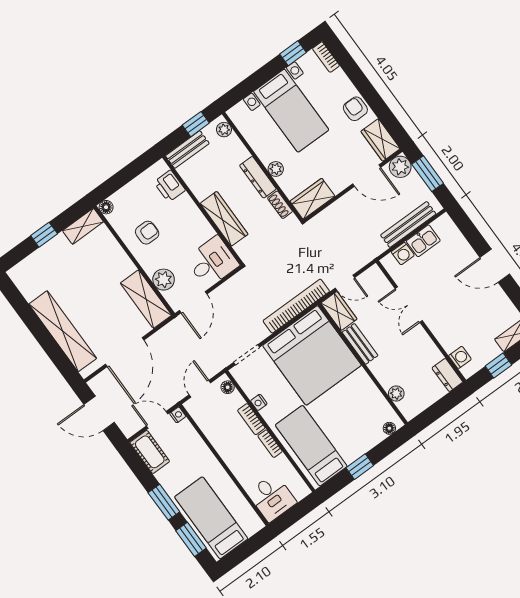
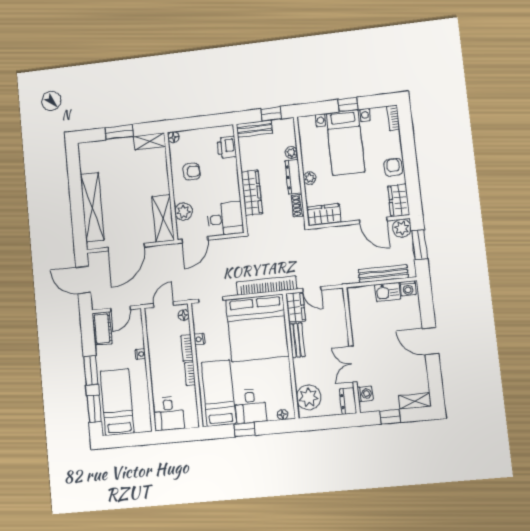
window: (293, 53) -> (348, 105), moved
plant: (224, 130) -> (291, 153), moved
window: (44, 235) -> (119, 132), width x1.50
washing machine: (403, 254) -> (408, 288), moved
double door: (409, 305) -> (353, 364), moved
plant: (396, 394) -> (309, 397), width x1.88, depth x1.88
nightstand: (178, 415) -> (140, 354), moved
door: (157, 420) -> (121, 309), swing flipped
desk: (352, 439) -> (250, 406), added

